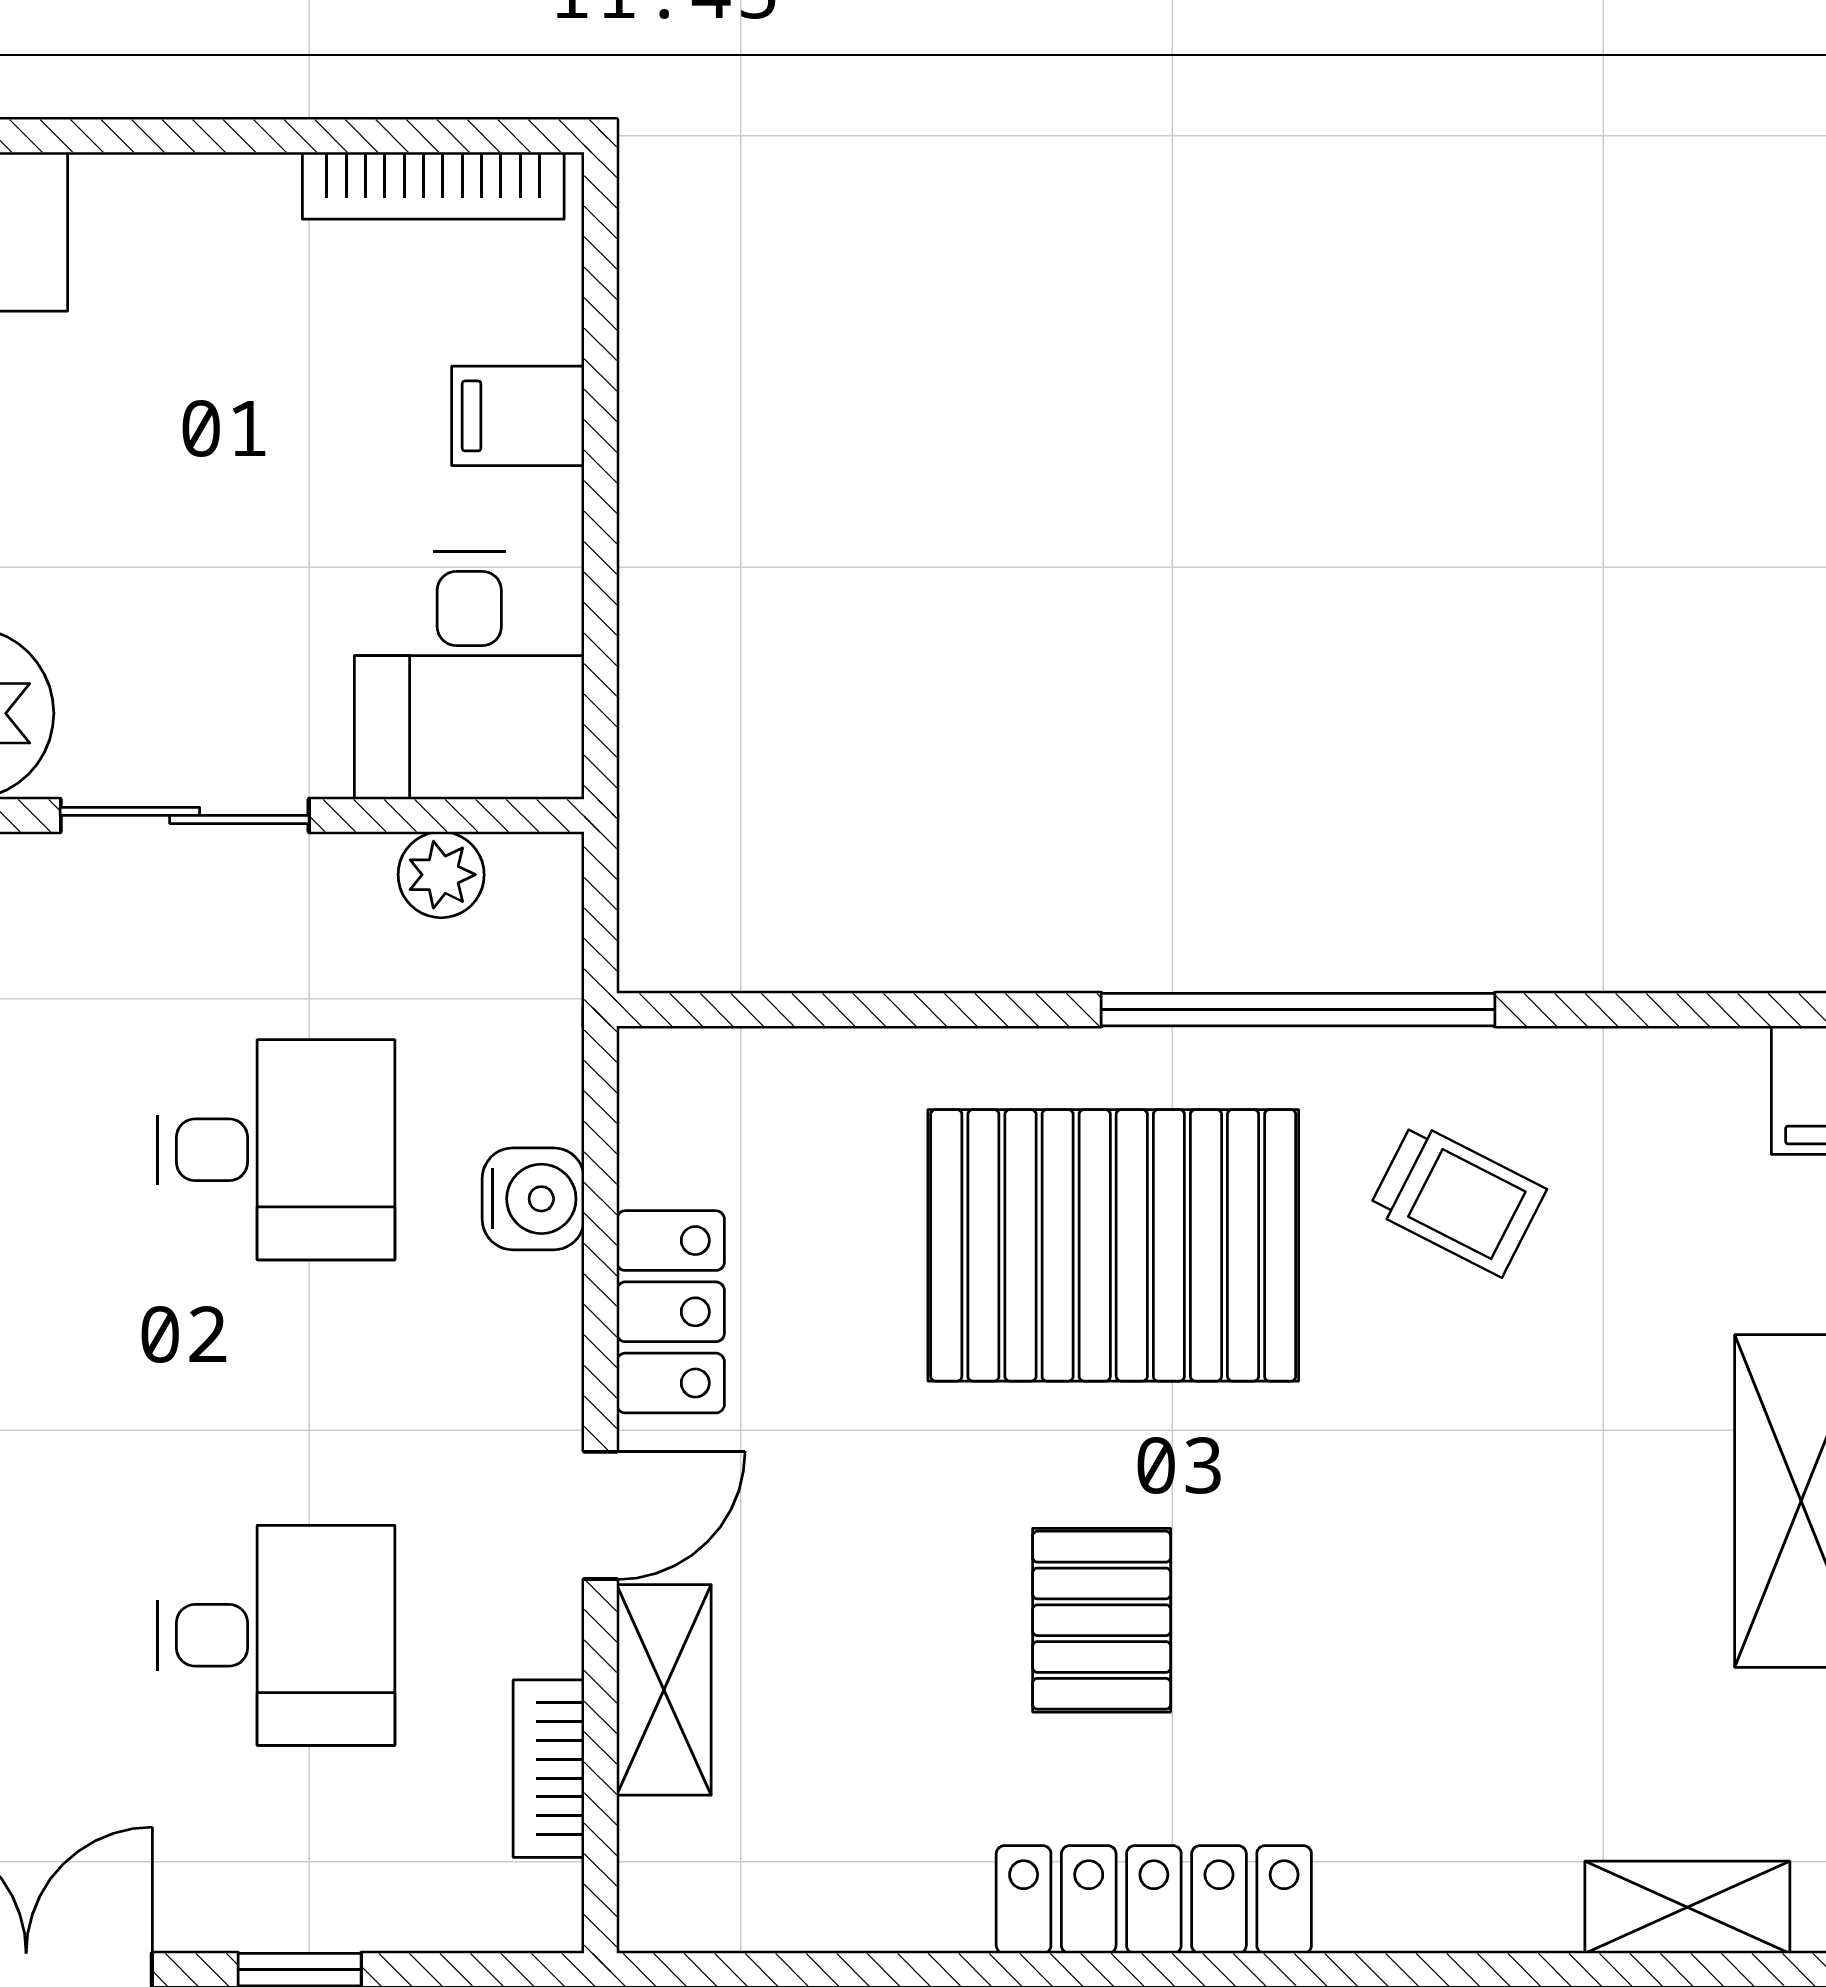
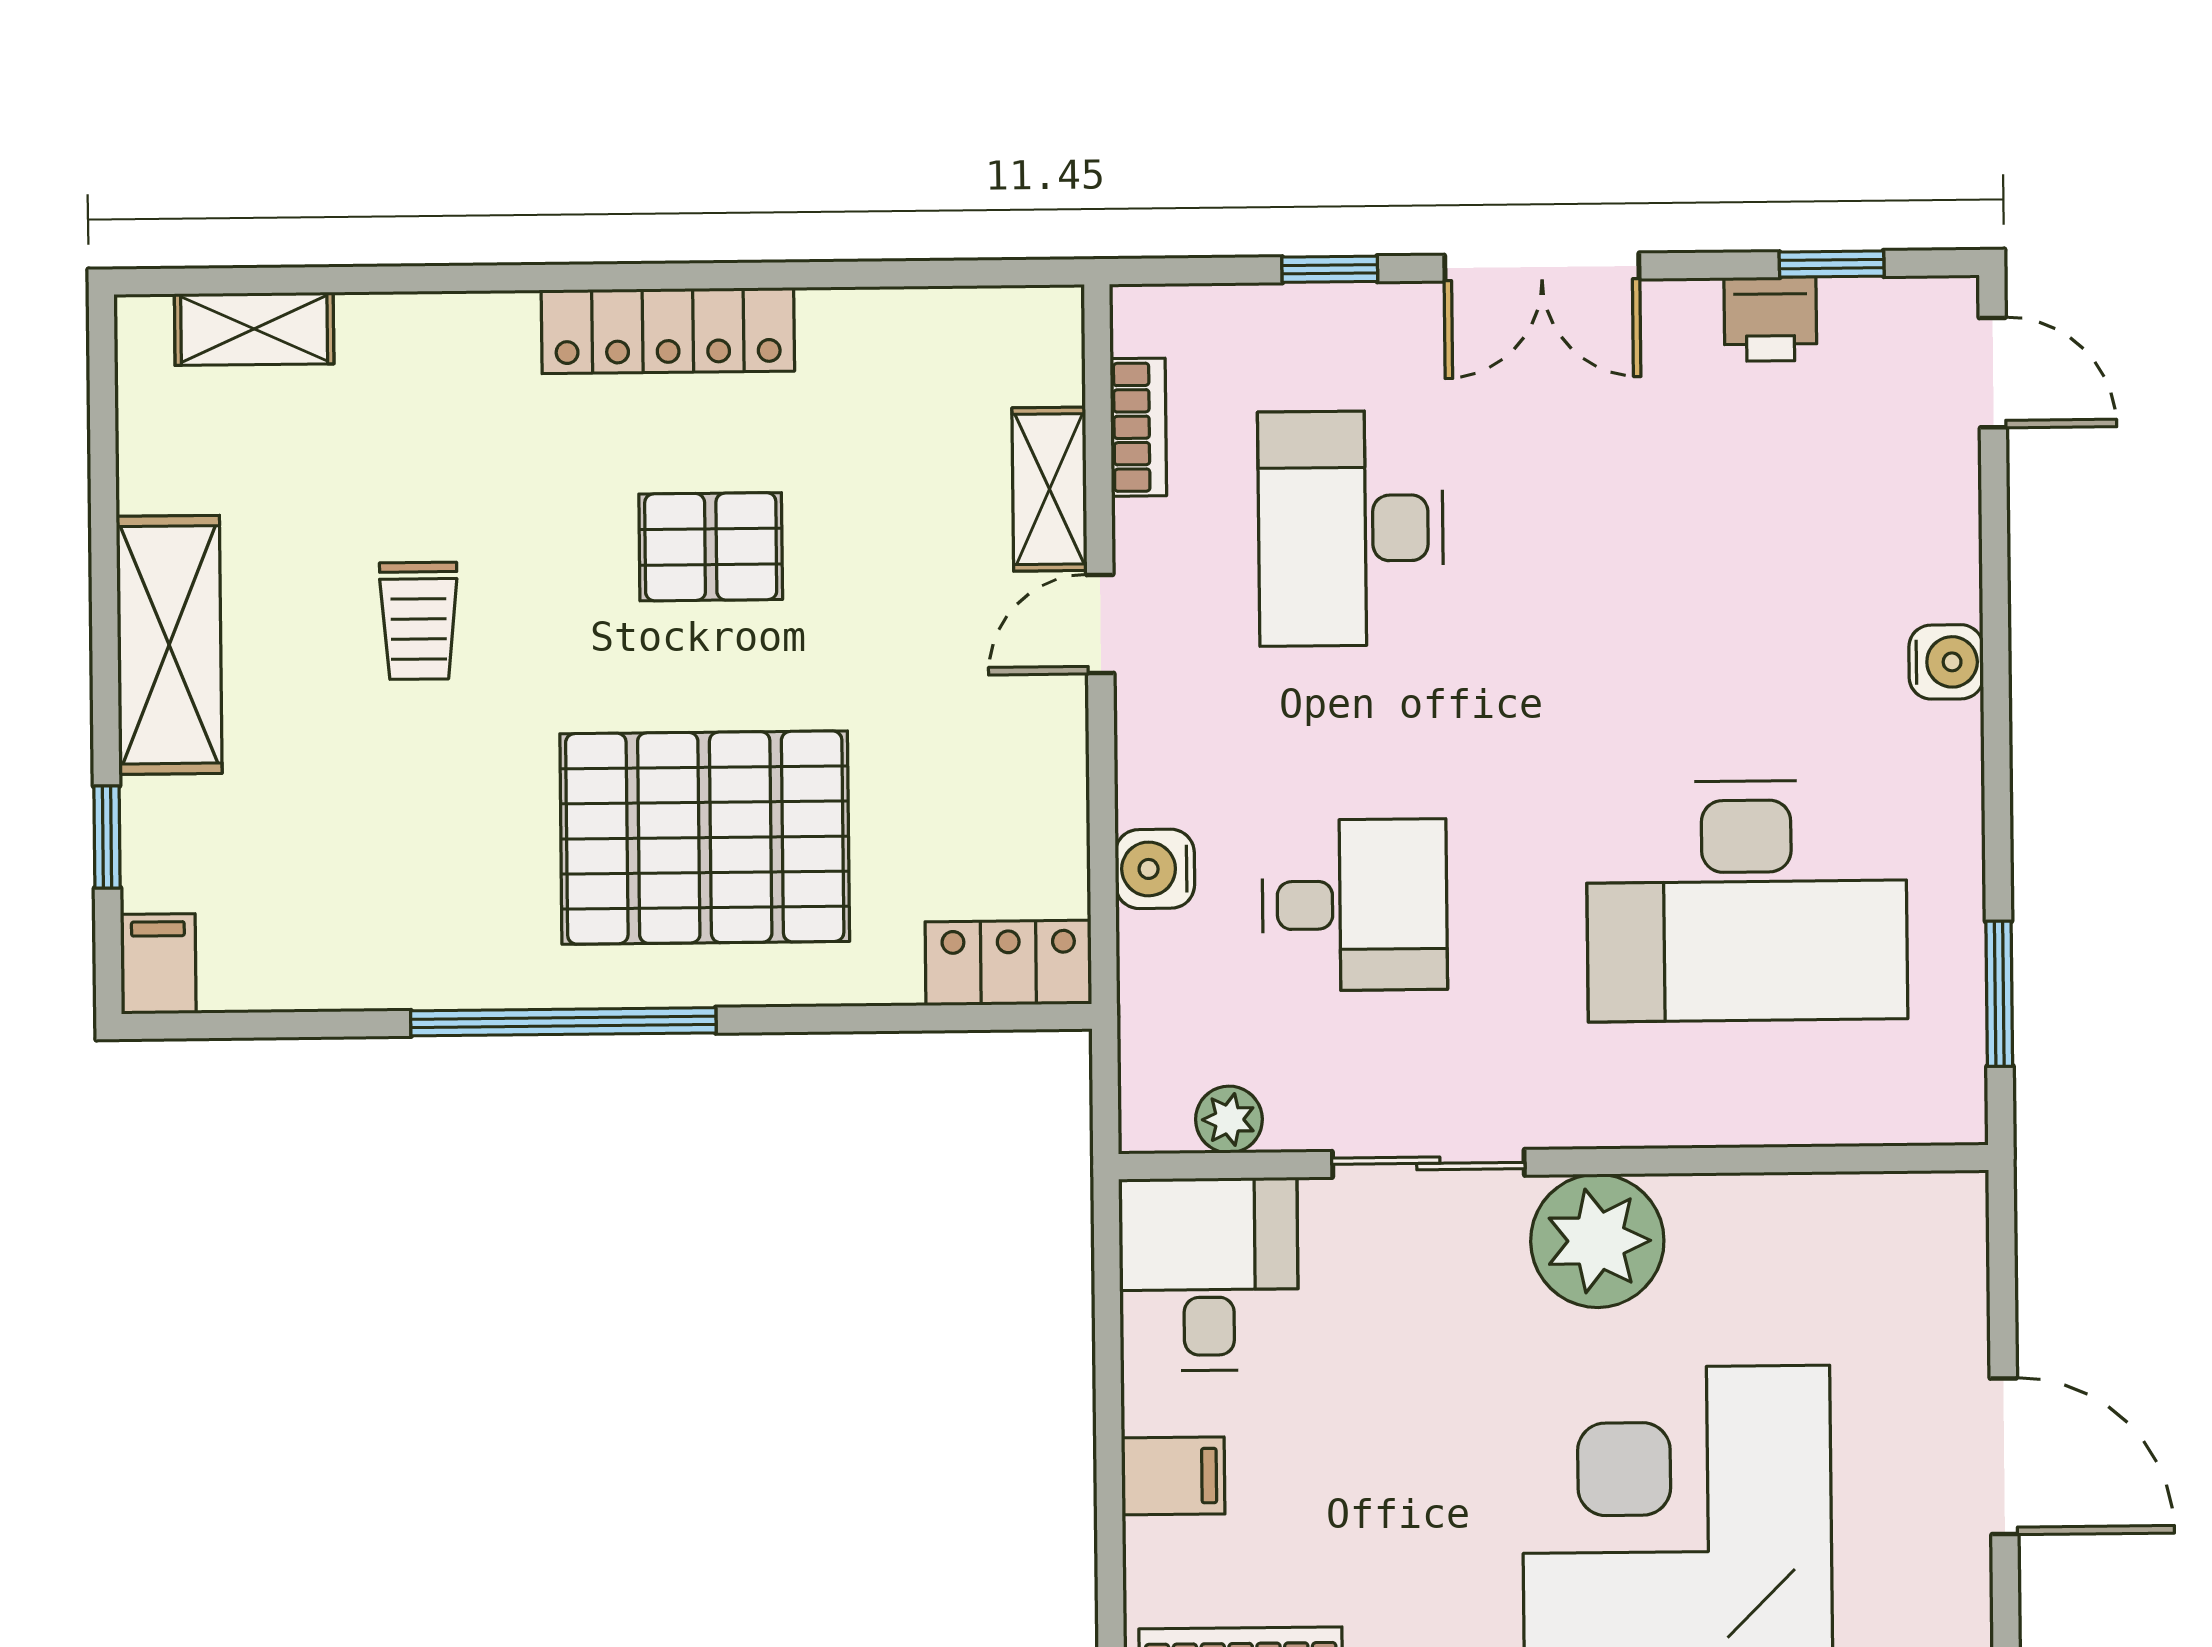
desk: (276, 1150) -> (1355, 905), turned 180
trolley: (1458, 1199) -> (419, 621), moved, turned -117
locker: (670, 1312) -> (1008, 963), moved, turned 90
pallet: (1102, 1620) -> (711, 547), turned 90
desk: (276, 1635) -> (1351, 528), width x1.37

